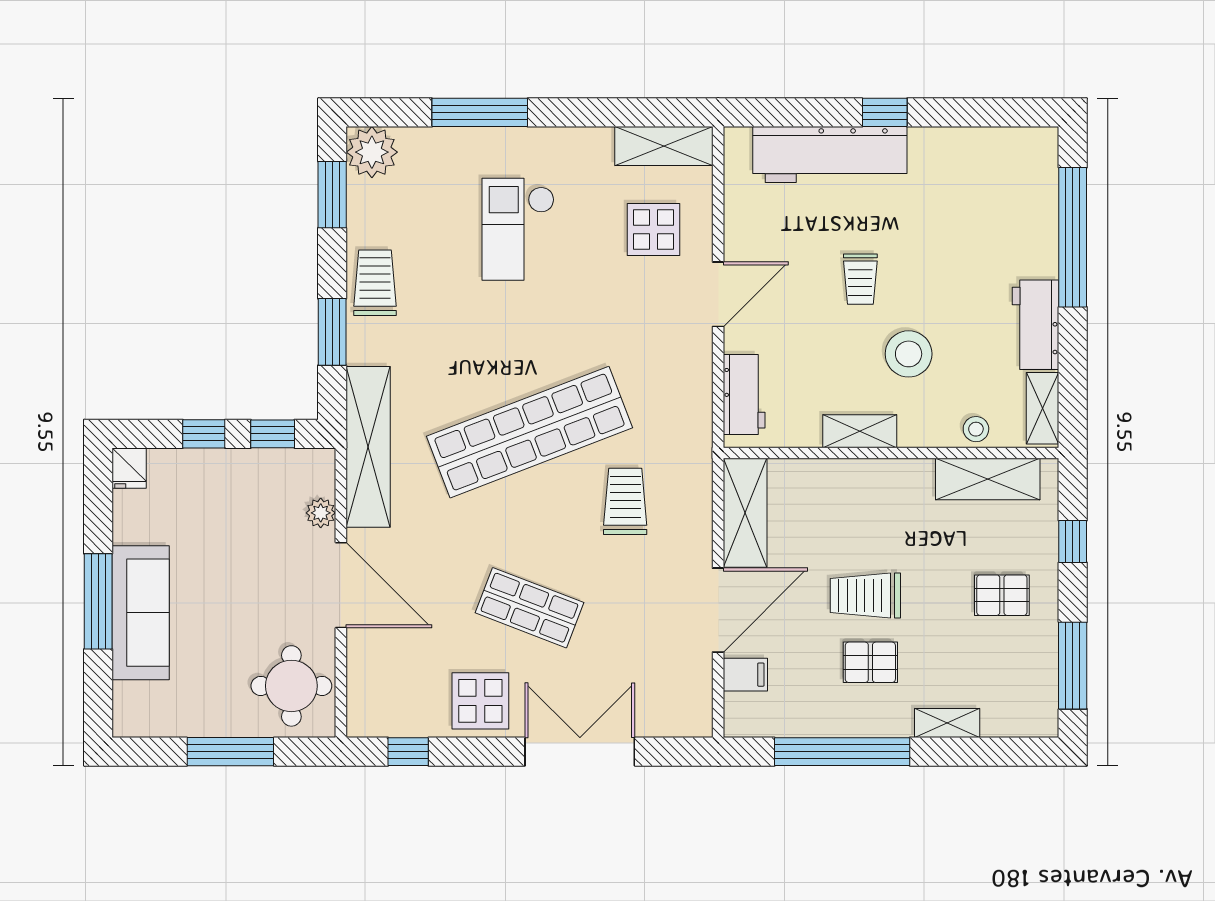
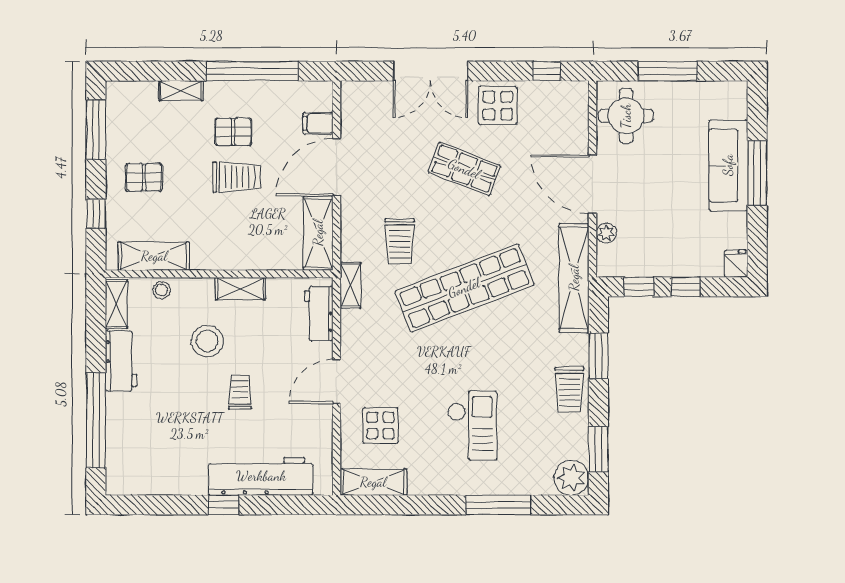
shelving: (698, 436) -> (350, 285), added

